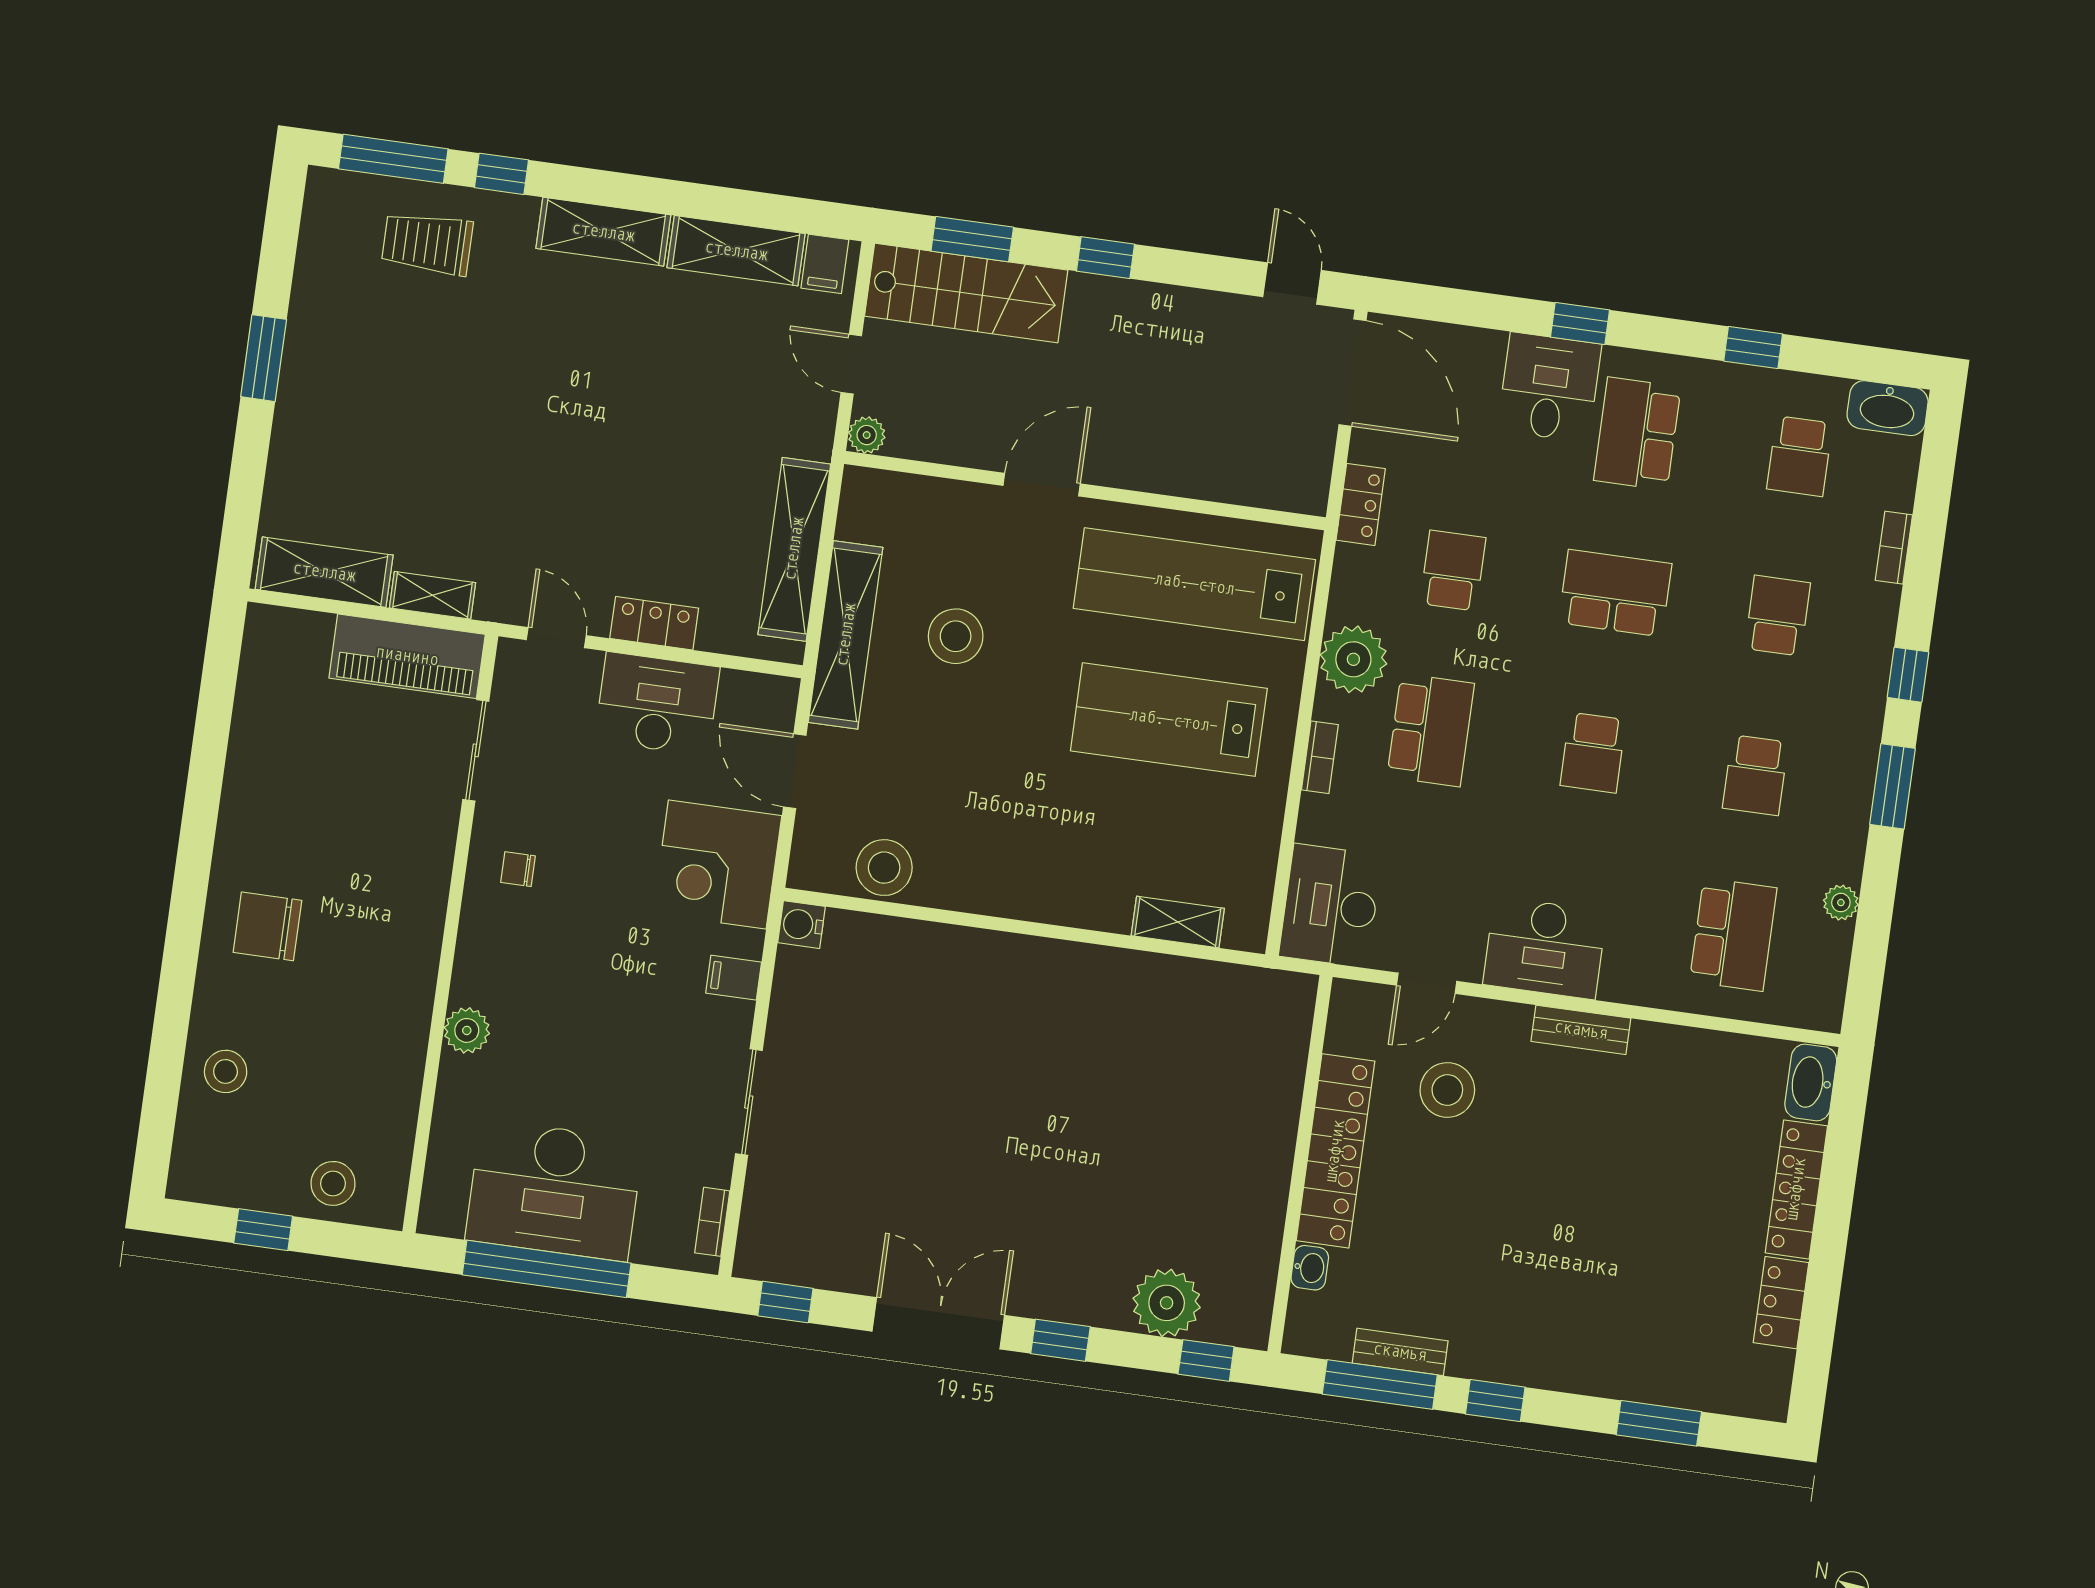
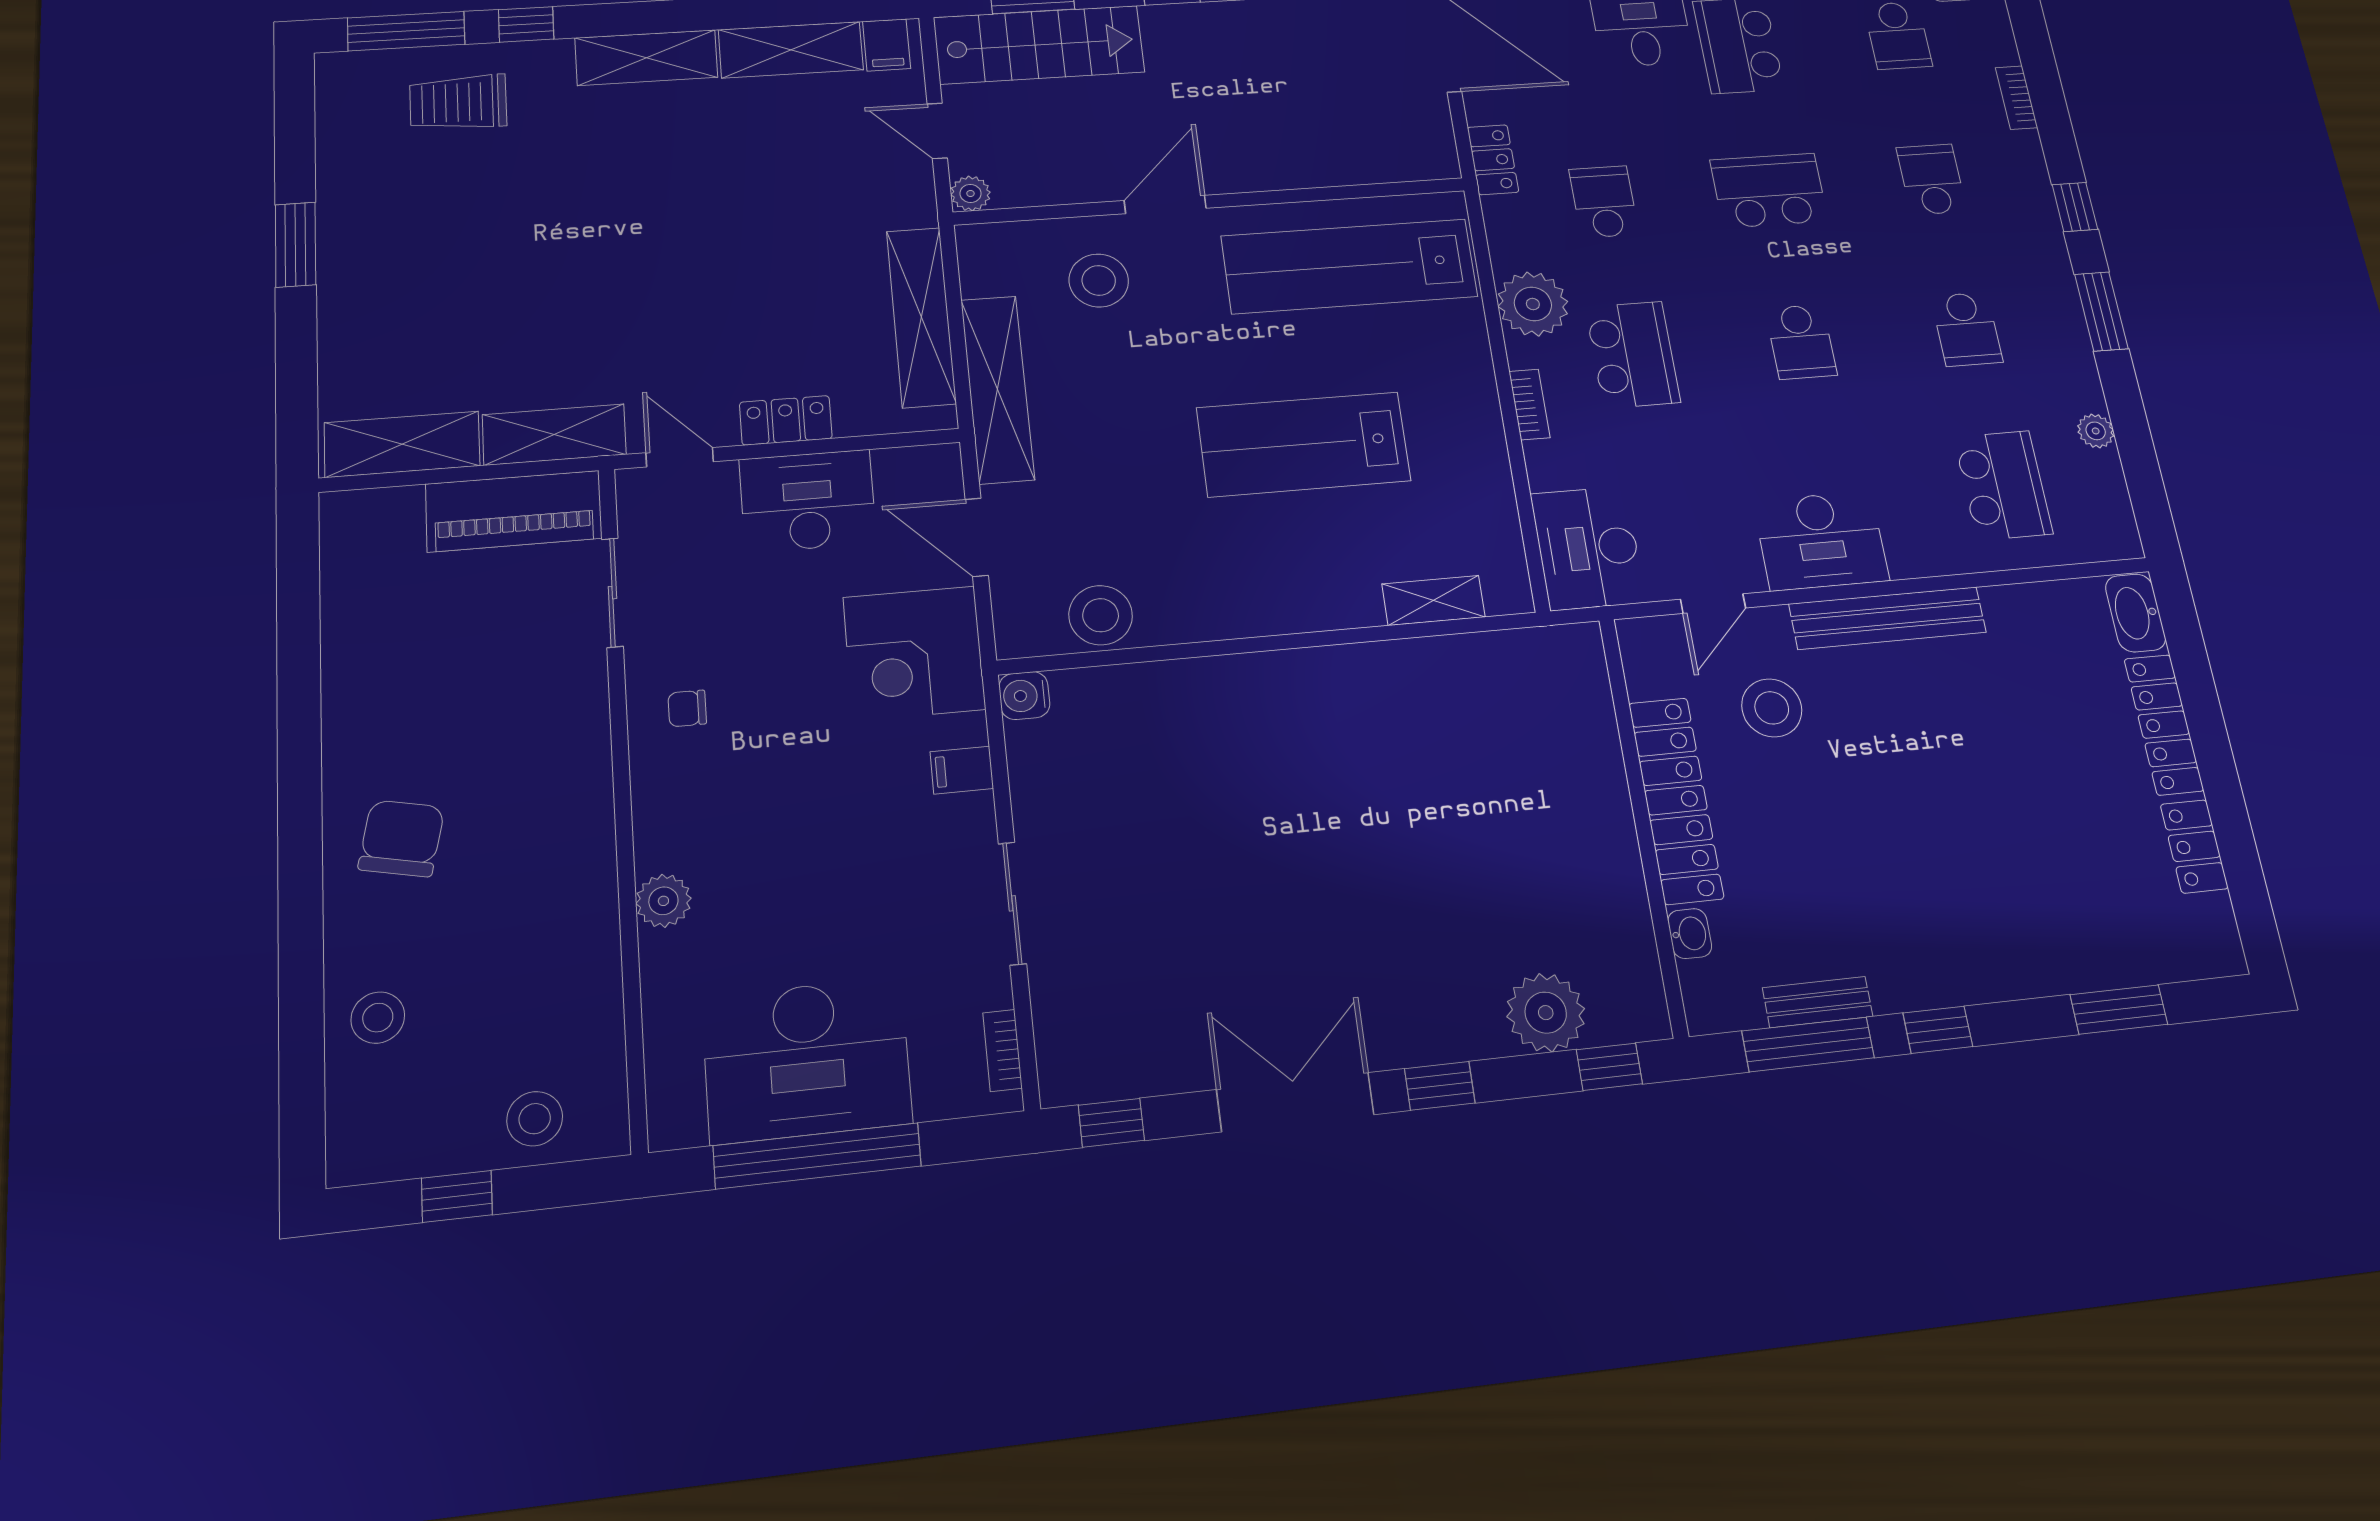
shelving: (432, 595) -> (554, 435), width x1.50, depth x1.33
stool: (956, 636) -> (1099, 280), moved
lab bench: (1169, 720) -> (1304, 444), moved
chair: (267, 926) -> (401, 838), turned 102
bench: (1581, 1030) -> (1888, 618), width x1.86, depth x1.21

